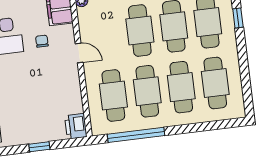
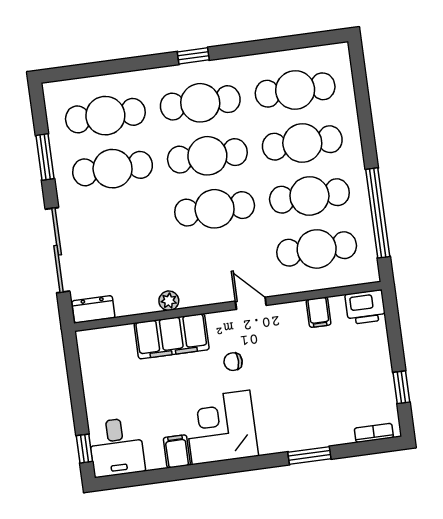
door: (79, 53) -> (251, 303), hinge flipped
filing cabinet: (73, 96) -> (319, 312), added
window: (39, 147) -> (401, 387), moved

